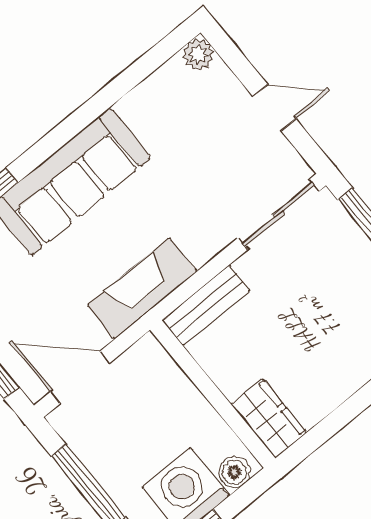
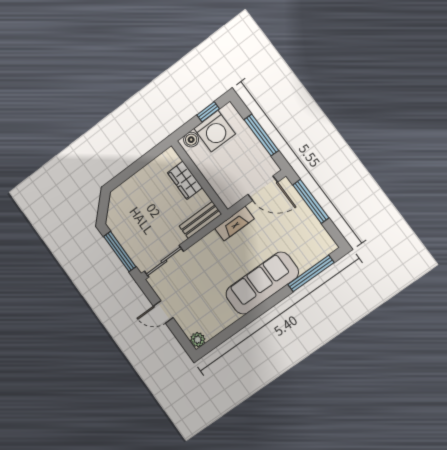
fireplace: (142, 288) -> (234, 224), width x0.73, depth x0.76
wardrobe: (269, 418) -> (185, 180), moved

